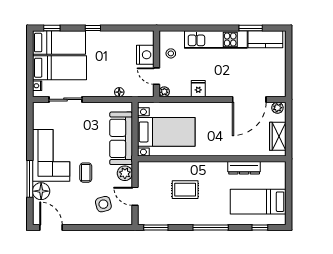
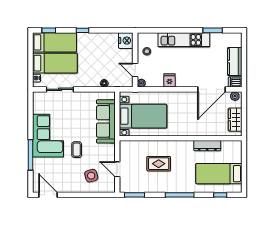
kitchen counter: (265, 39) -> (235, 62), moved, turned 90
nightstand: (145, 55) -> (126, 41), moved
dishwasher: (278, 90) -> (235, 82), added
plant: (125, 173) -> (109, 150), removed
floor lamp: (41, 191) -> (40, 165), removed

